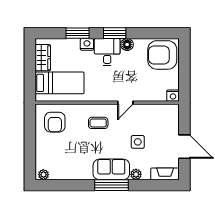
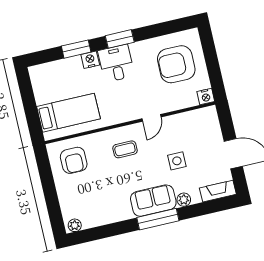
floor lamp: (127, 45) -> (138, 49), removed
armchair: (162, 55) -> (176, 64), moved
wardrobe: (43, 58) -> (42, 88), removed

